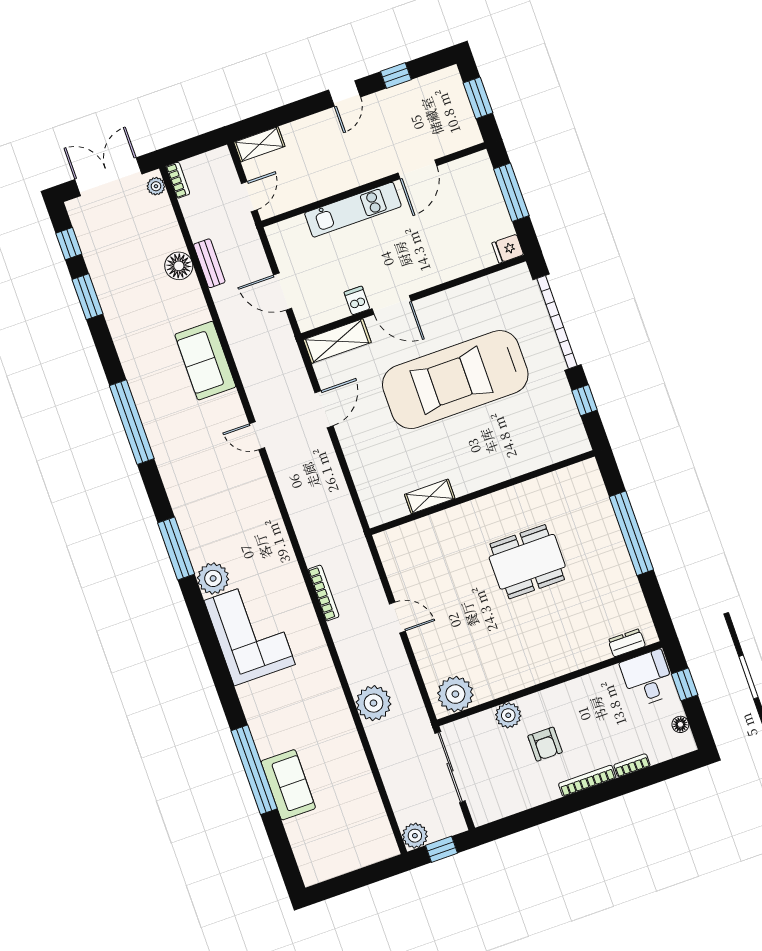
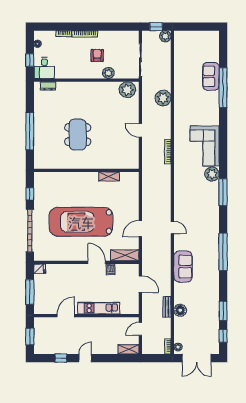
car: (455, 380) -> (81, 222), turned 180
dining table: (527, 562) -> (78, 135), turned 90

